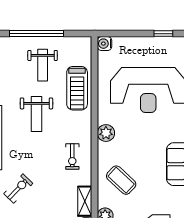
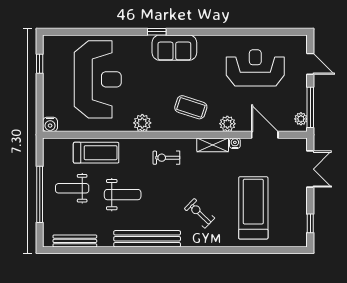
weight bench: (43, 65) -> (72, 188), turned 180
exercise bike: (72, 156) -> (166, 158), turned 180
coffee table: (121, 180) -> (191, 107), turned 65

